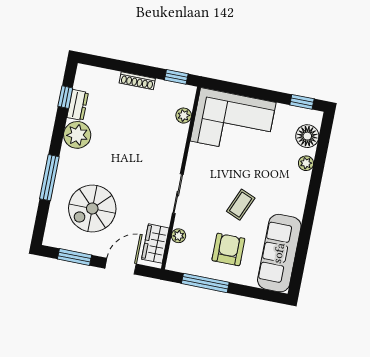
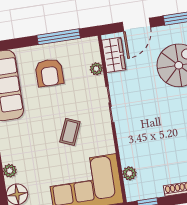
coffee table: (241, 205) -> (70, 132), moved

